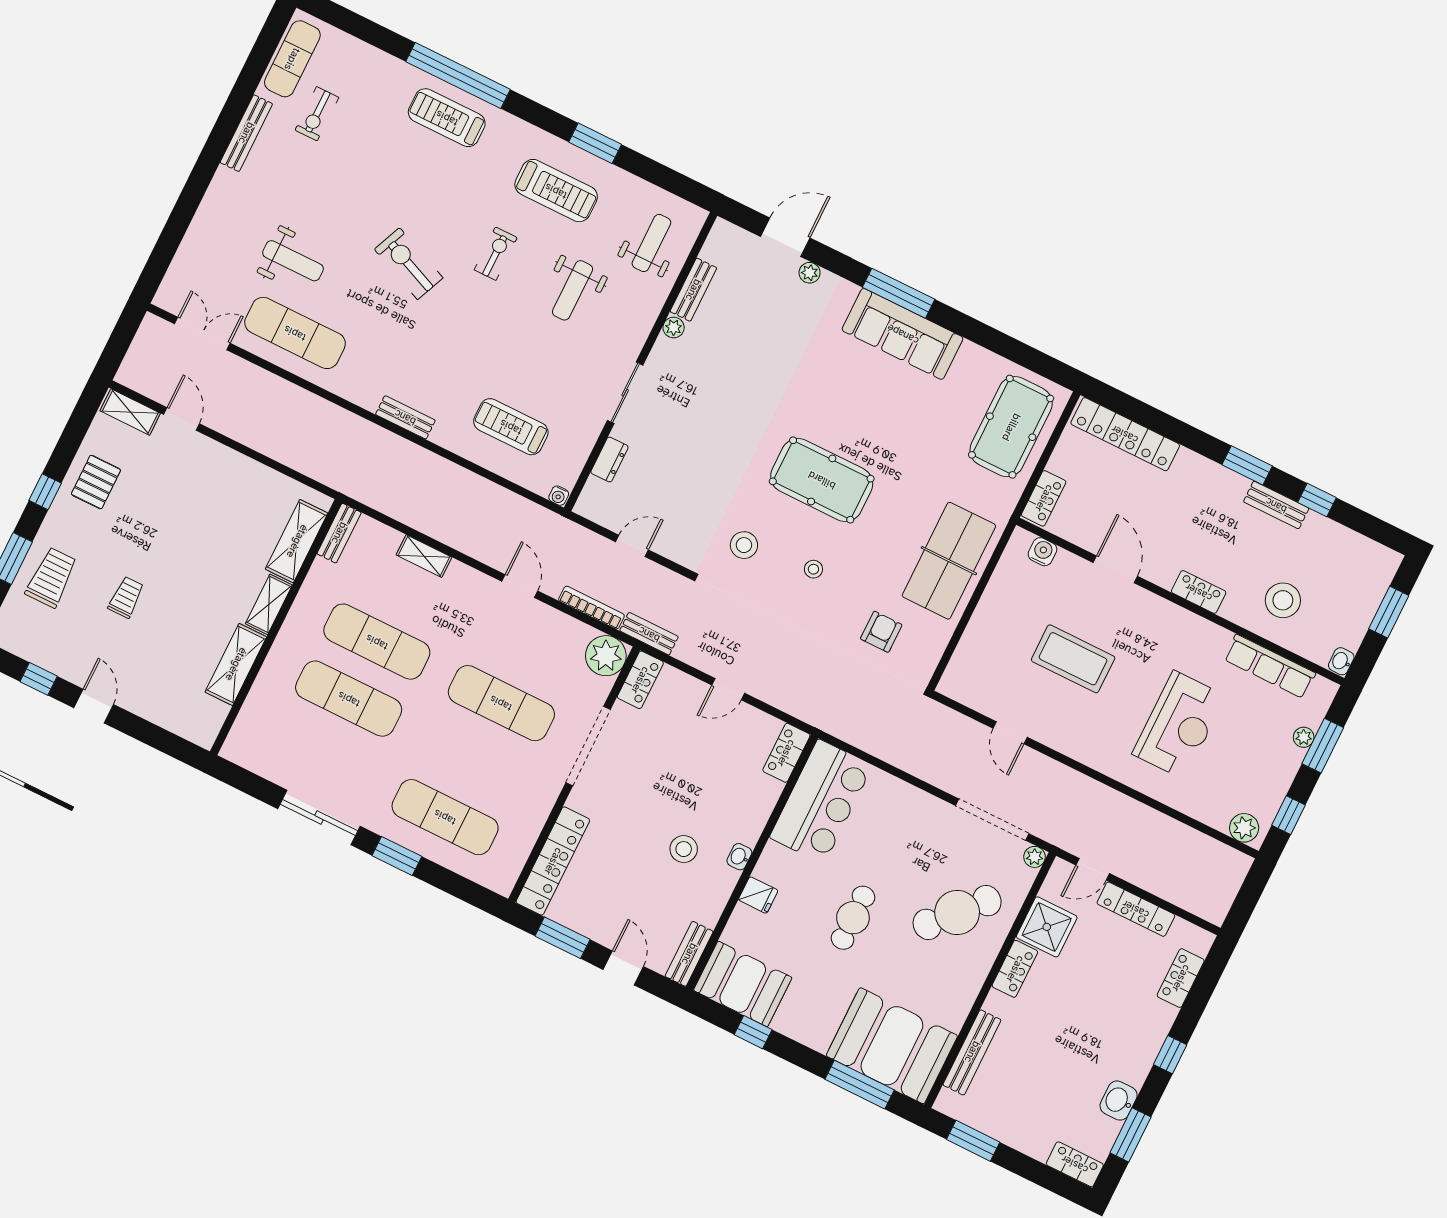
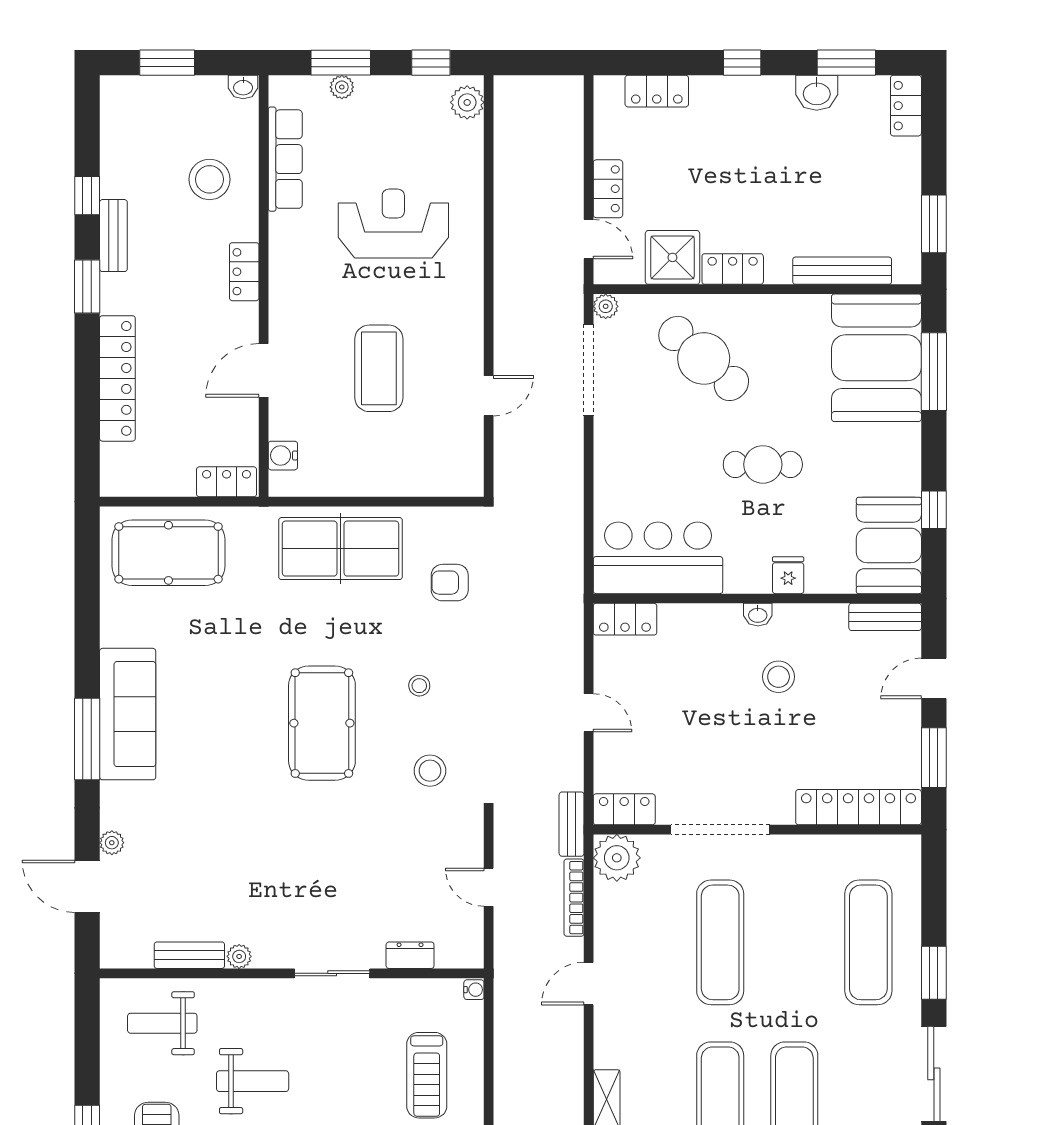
locker: (1125, 434) -> (117, 378), moved
locker: (1136, 909) -> (608, 189), width x0.66

